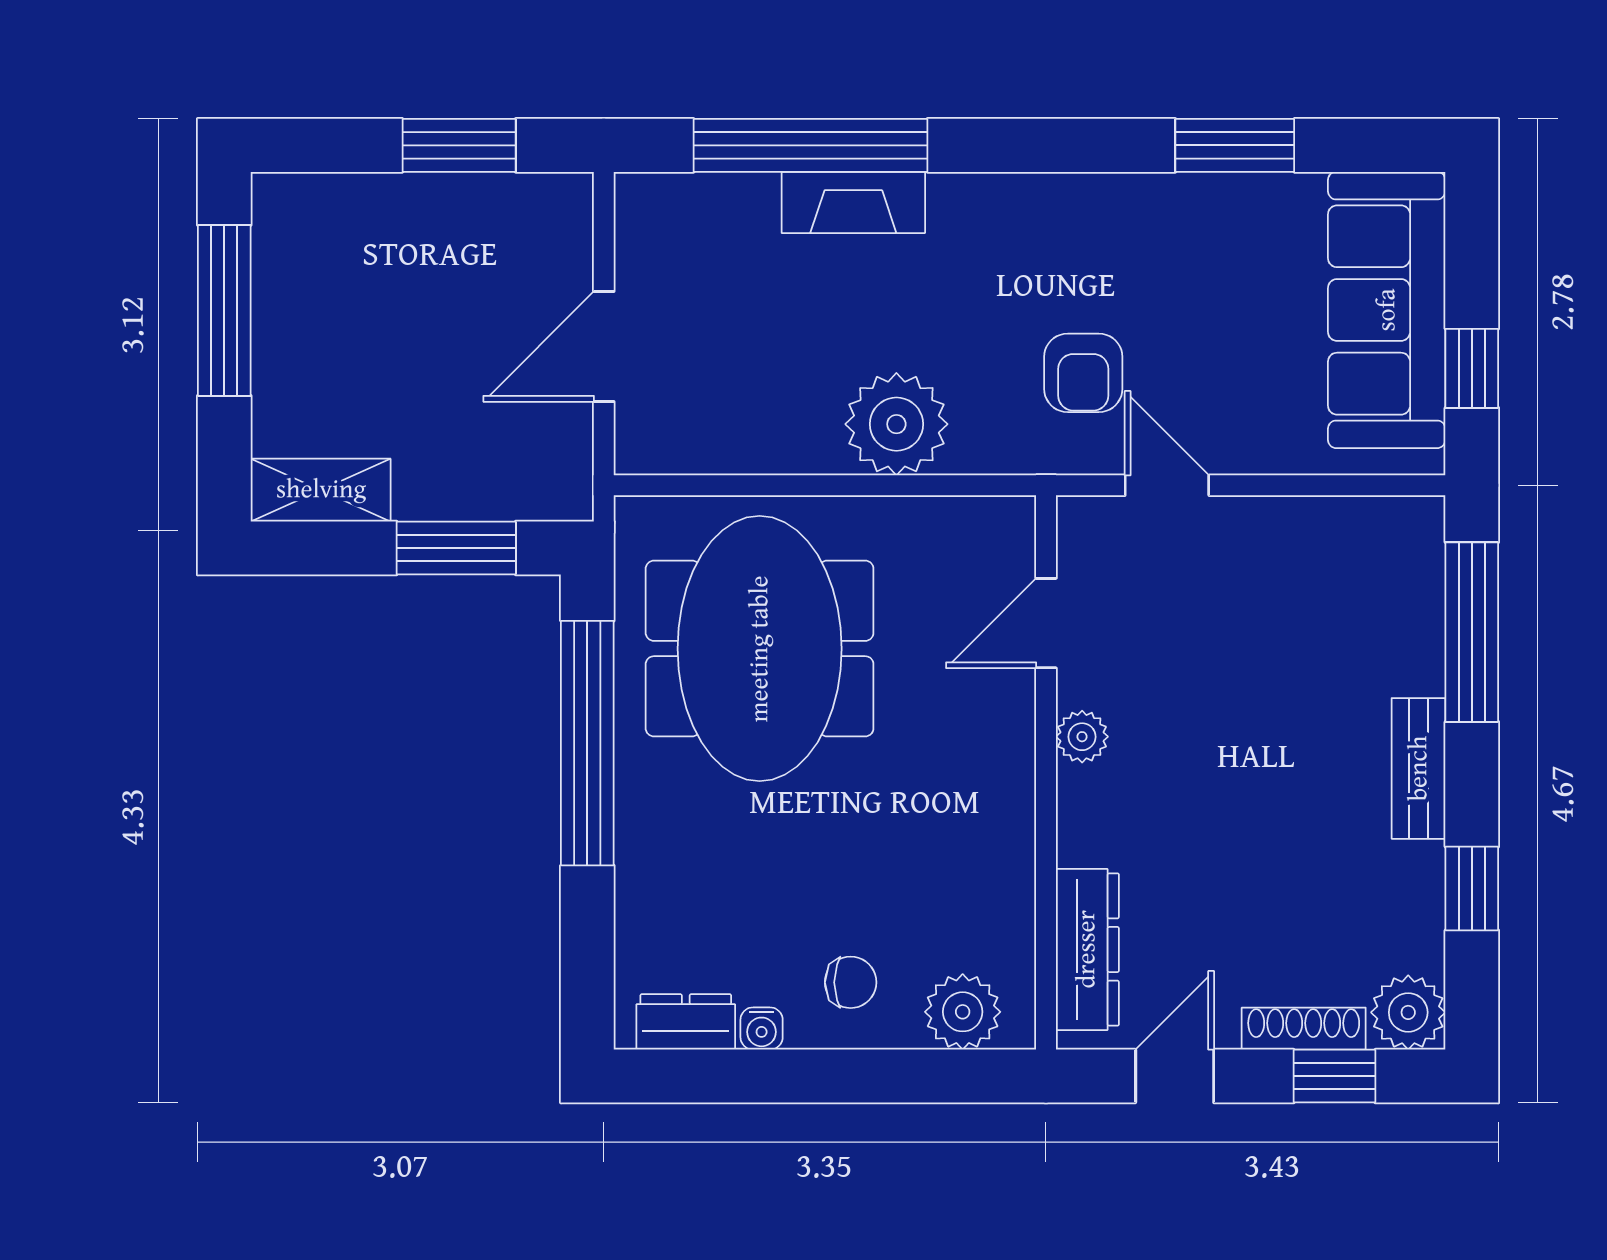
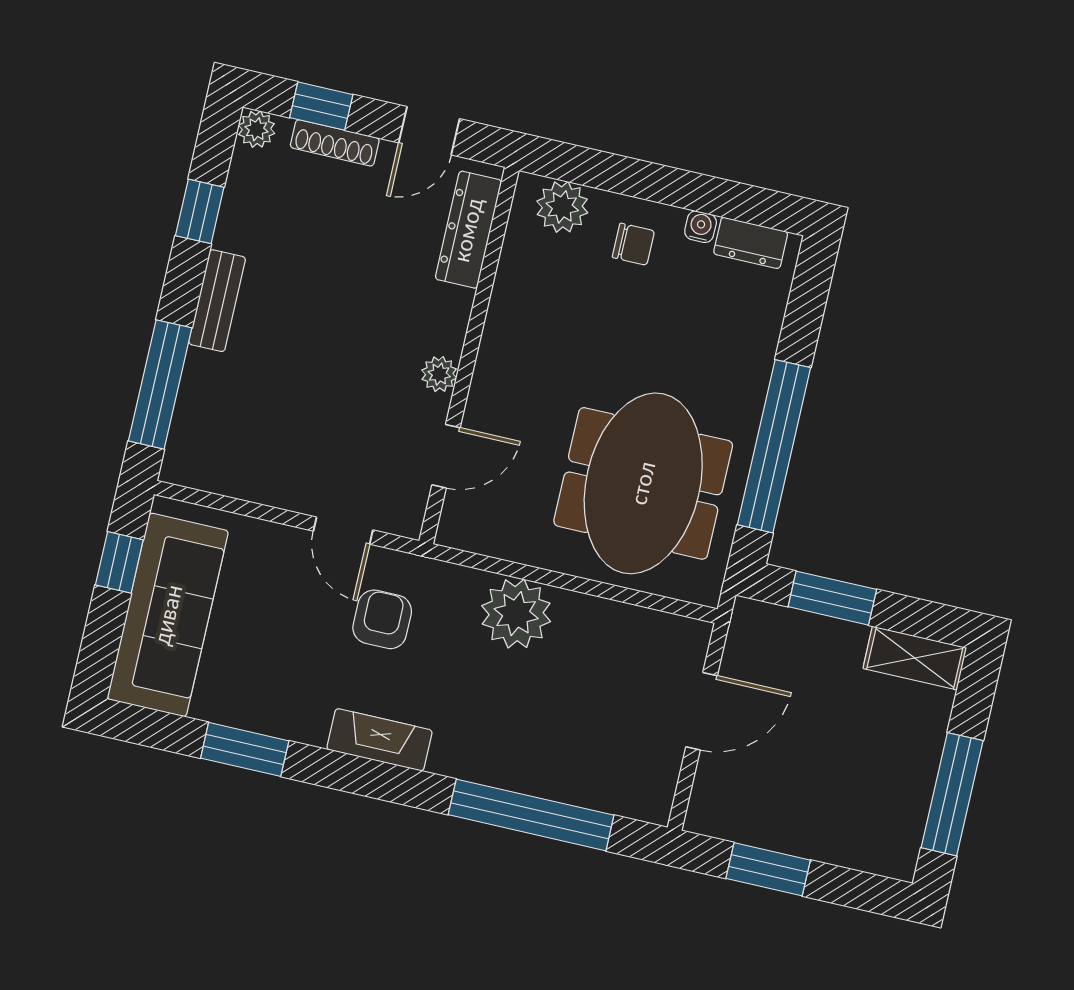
fireplace: (853, 202) -> (380, 740), moved
chair: (851, 982) -> (633, 244), turned 180
plant: (1408, 1012) -> (256, 129), width x0.73, depth x0.73

